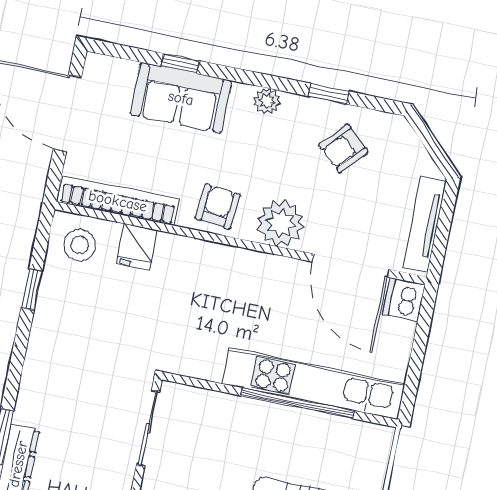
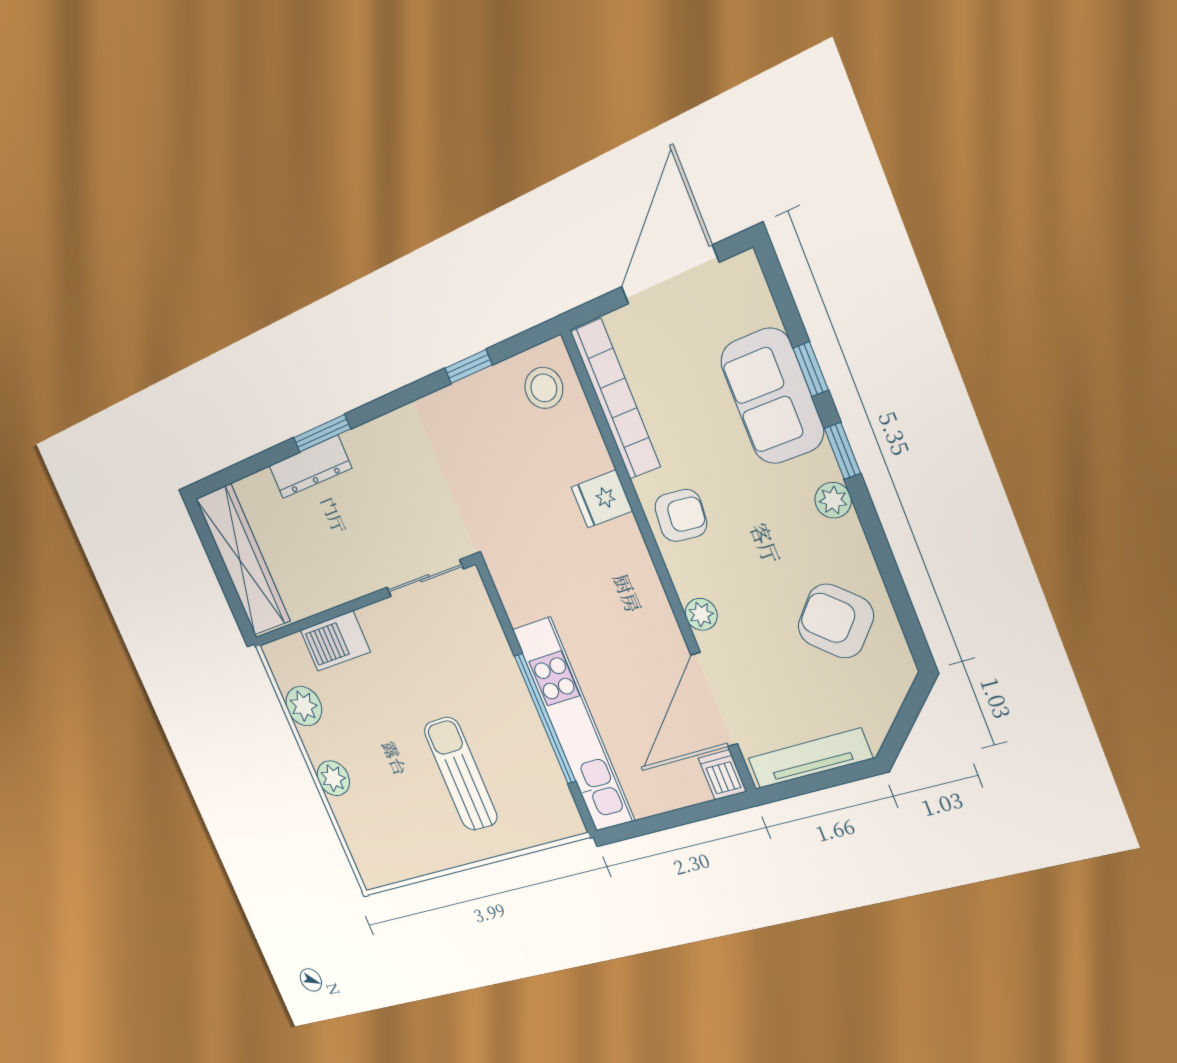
window: (329, 94) -> (842, 451), moved
armchair: (344, 148) -> (836, 621), width x1.38, depth x1.38
plant: (281, 223) -> (701, 614), width x0.53, depth x0.53
fridge: (137, 247) -> (602, 499), moved
dishwasher: (404, 300) -> (722, 775), width x0.73

